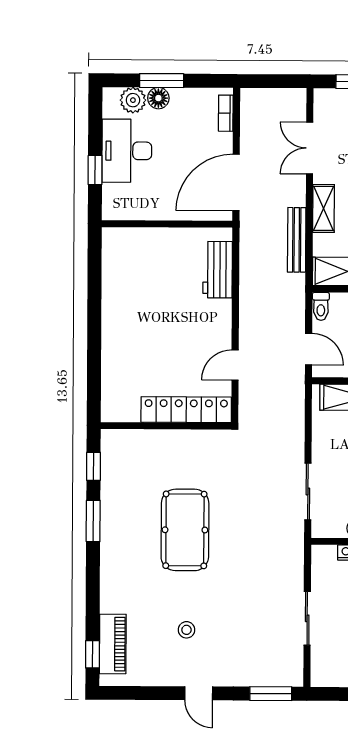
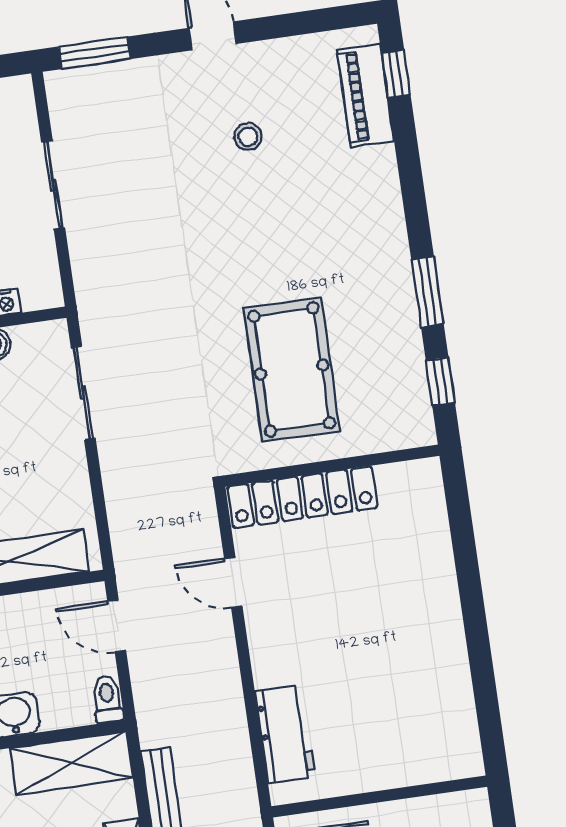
door: (235, 365) -> (233, 582), swing flipped
pool table: (185, 530) -> (292, 370), moved

